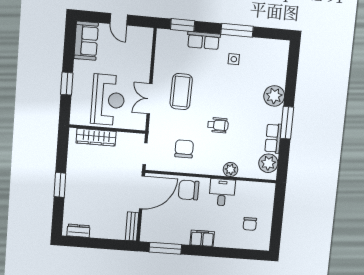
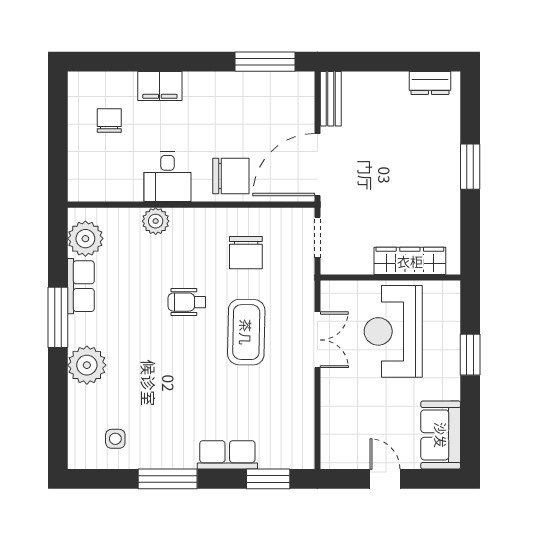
side table: (234, 59) -> (115, 439), moved
coffee table: (181, 92) -> (246, 332), moved
filing cabinet: (202, 238) -> (160, 86), moved

